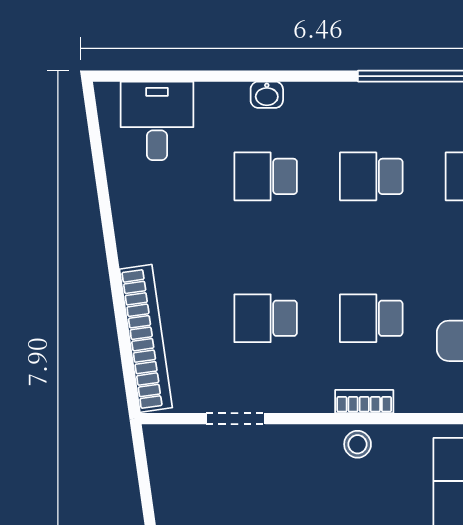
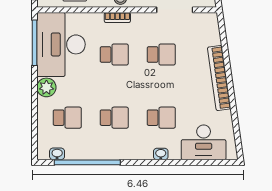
desk: (157, 121) -> (204, 142), width x1.37
bookcase: (146, 338) -> (219, 78), moved
doorway: (236, 419) -> (175, 10), width x1.38

